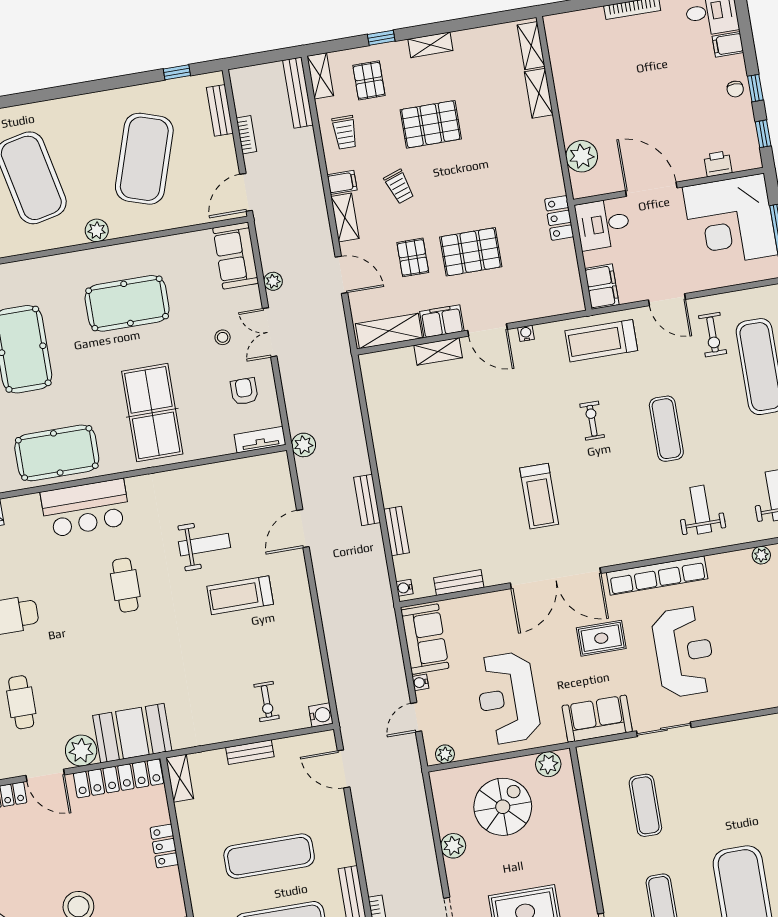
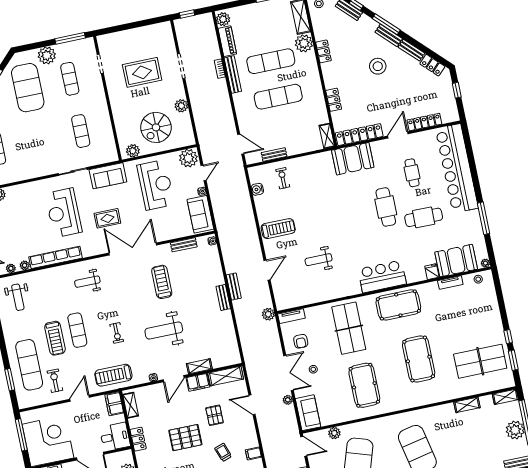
door: (246, 192) -> (304, 446), hinge flipped
shelving: (345, 218) -> (131, 405), moved
plant: (97, 230) -> (334, 433), moved
pallet: (471, 252) -> (185, 438), moved
door: (667, 300) -> (80, 398), hinge flipped
pool table: (127, 303) -> (364, 385), turned 90
door: (487, 330) -> (174, 379), swing flipped
double door: (270, 332) -> (288, 373), width x1.37
treadmill: (601, 341) -> (113, 375), turned 180
treadmill: (709, 415) -> (55, 338), added
weight bench: (503, 422) -> (164, 331), added
treadmill: (539, 496) -> (162, 282), moved
weight bench: (701, 510) -> (87, 282), moved, turned 90
bench: (396, 531) -> (223, 297), moved
row of seats: (657, 576) -> (55, 257), moved
cafe table: (125, 585) -> (386, 207), moved, width x1.37, depth x1.35
treadmill: (240, 595) -> (278, 229), moved
water cooler: (321, 715) -> (257, 189), moved
plant: (81, 751) -> (379, 148), removed
bench: (250, 752) -> (274, 155), moved
plant: (445, 754) -> (188, 158), width x1.87, depth x1.87
door: (45, 775) -> (398, 135), hinge flipped

